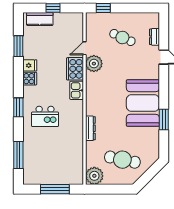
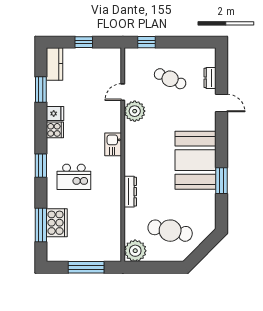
kitchen counter: (40, 19) -> (55, 64), moved, turned -90
cooker: (75, 69) -> (57, 223), moved, turned 180

